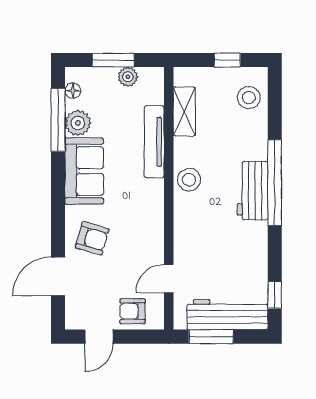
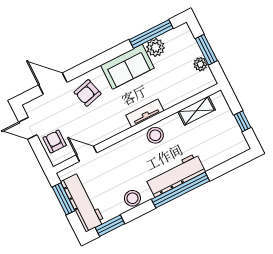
floor lamp: (73, 91) -> (174, 34), removed
stool: (249, 98) -> (132, 198), moved
tv unit: (154, 142) -> (145, 113), moved, width x0.71
workbench: (253, 191) -> (175, 175), width x1.38
armchair: (92, 238) -> (88, 93), turned 59
window: (275, 295) -> (110, 226), width x1.50

